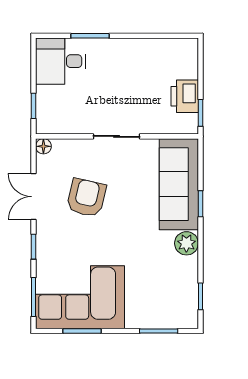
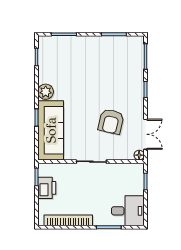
bookcase: (152, 46) -> (68, 220), added
double door: (34, 197) -> (146, 134), moved
corner sofa: (80, 297) -> (115, 56), removed

